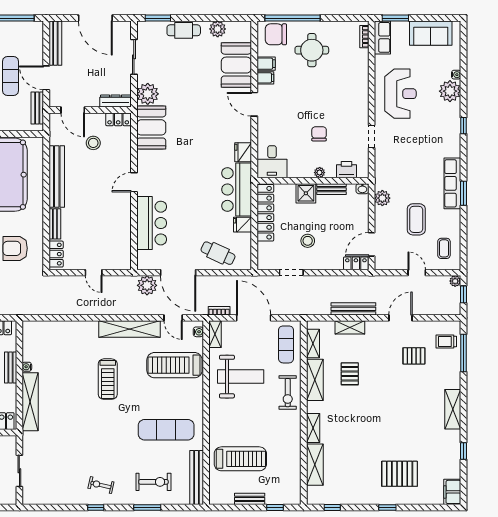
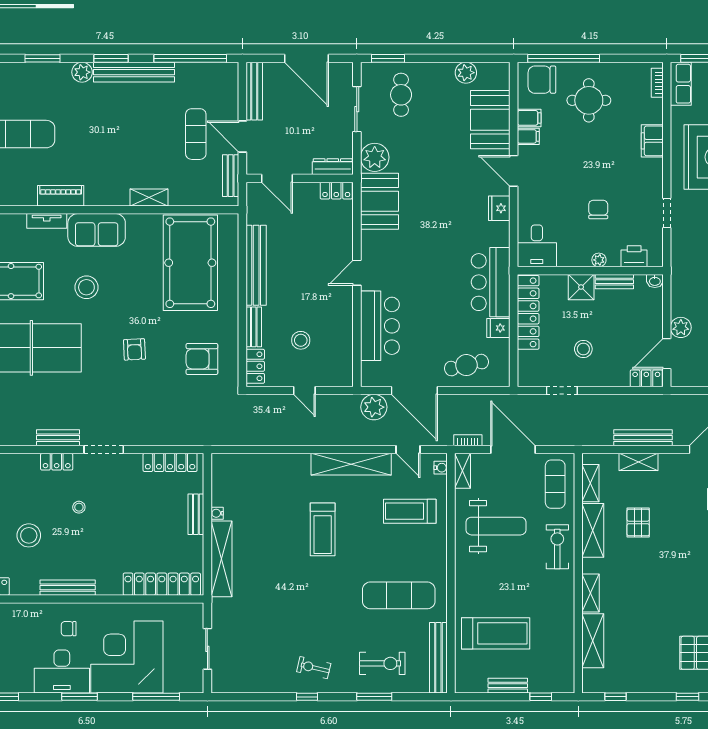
cafe table: (184, 30) -> (401, 95), moved, turned 90
filing cabinet: (360, 81) -> (652, 141), added
stool: (93, 143) -> (301, 340), moved
fridge: (243, 152) -> (499, 208), moved
plant: (382, 198) -> (681, 327), moved
cafe table: (218, 253) -> (466, 365), turned -38
treadmill: (174, 365) -> (410, 511), width x0.73, depth x0.73
exercise bike: (288, 393) -> (557, 547), turned 180

